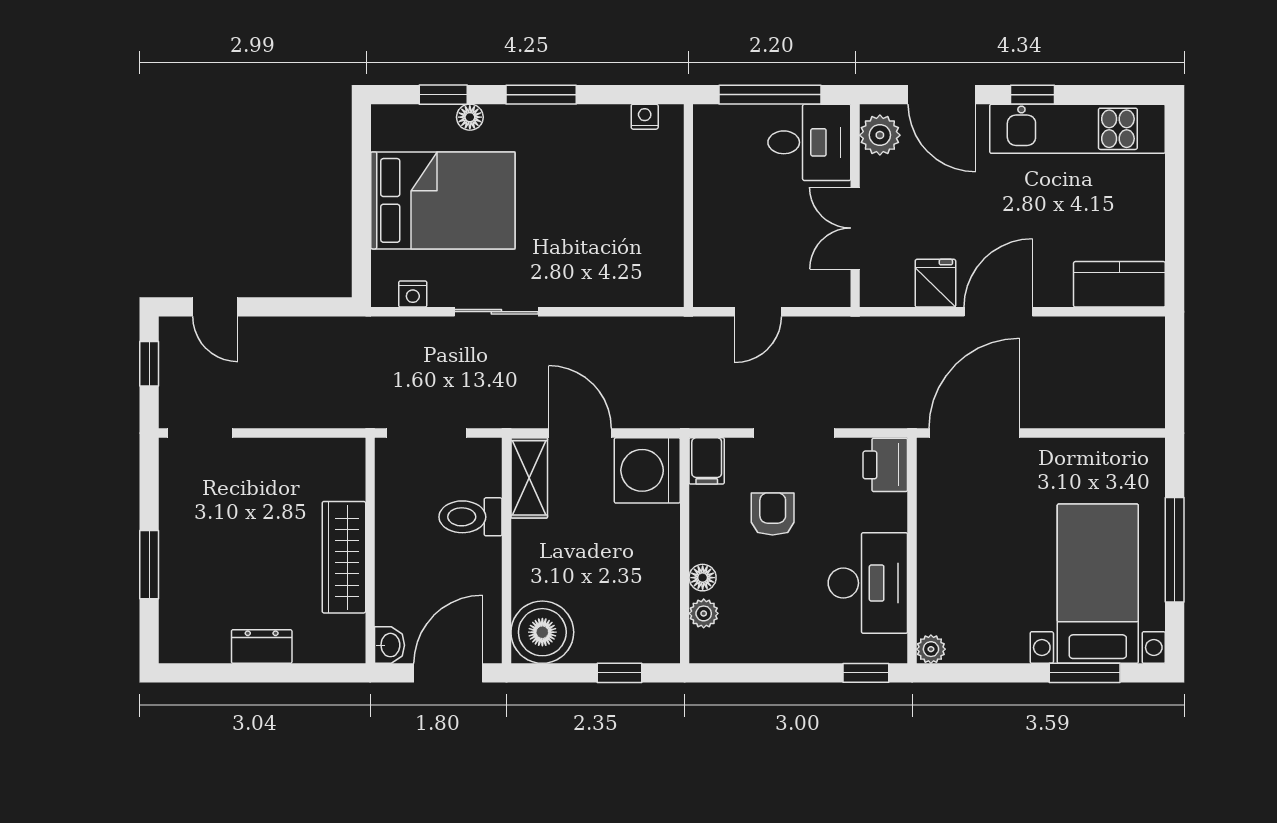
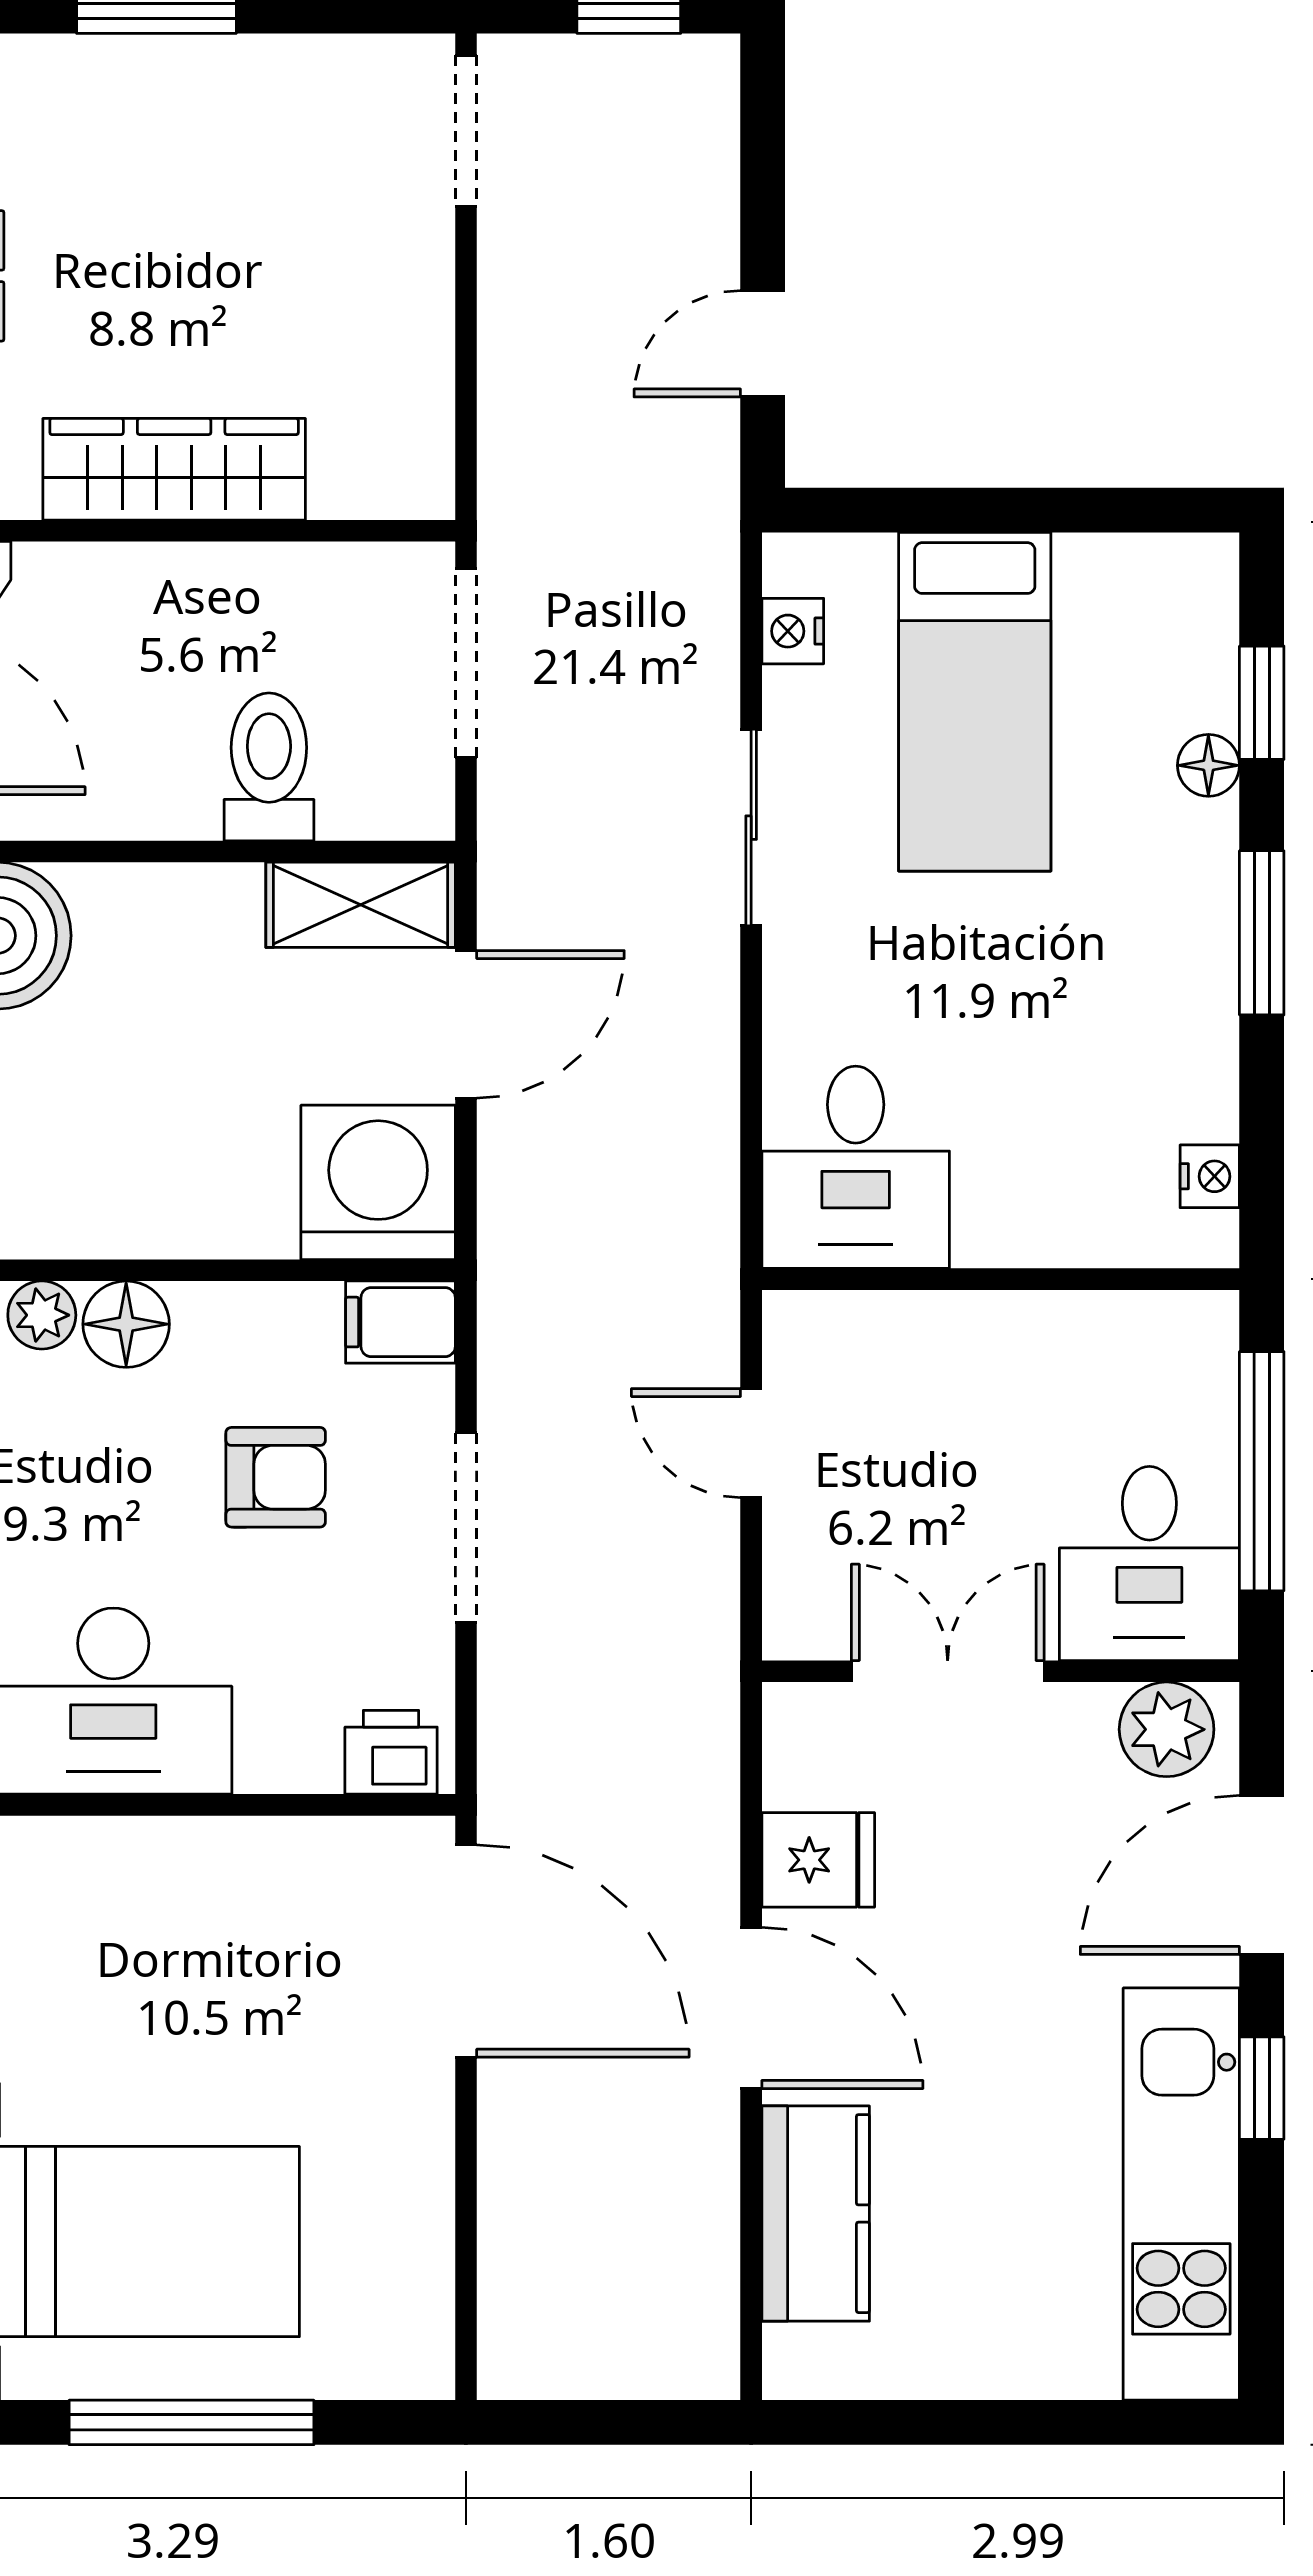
bed: (443, 200) -> (975, 702), width x0.67
desk: (641, 267) -> (856, 1167), added
kitchen counter: (1119, 284) -> (816, 2214), moved
door: (215, 307) -> (763, 344), moved
printer: (885, 465) -> (391, 1752), width x0.73, depth x0.81
floor lamp: (703, 578) -> (126, 1324), width x1.37, depth x1.37

